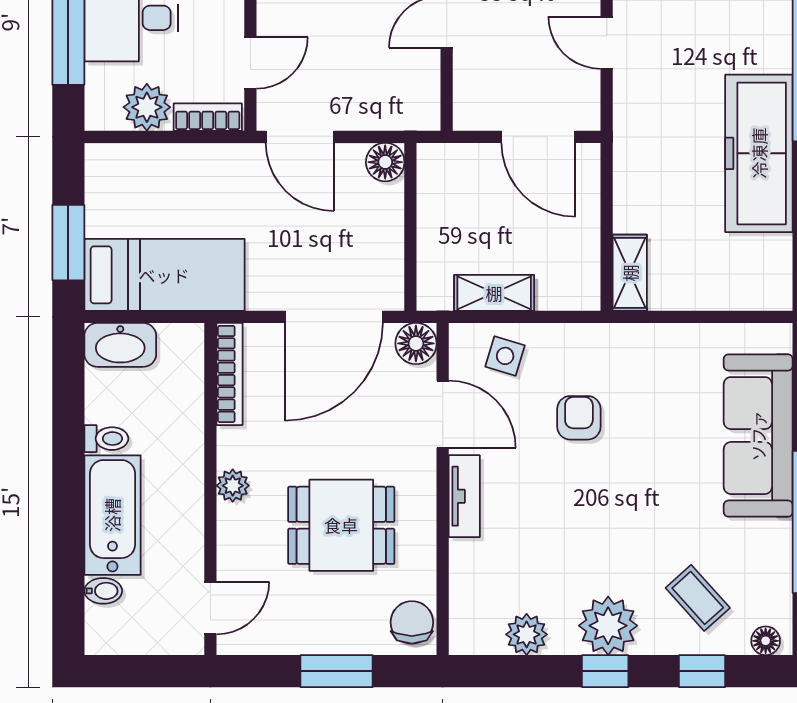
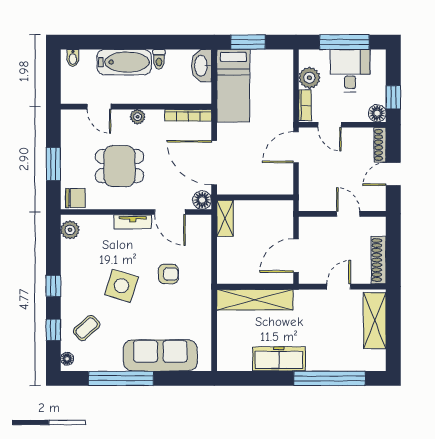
freezer: (759, 153) -> (279, 359), width x0.73, depth x0.79
floor lamp: (385, 162) -> (285, 186), removed
shelving: (630, 273) -> (255, 300), width x2.20, depth x1.33
shelving: (494, 293) -> (225, 218), moved
side table: (505, 356) -> (121, 286), moved, width x1.87, depth x1.87
door: (443, 414) -> (170, 212), hinge flipped
dining table: (341, 525) -> (120, 166), turned 90
bidet: (103, 591) -> (73, 58), moved
door: (210, 608) -> (99, 107), moved
plant: (608, 626) -> (74, 287), removed
plant: (527, 634) -> (70, 230), moved

